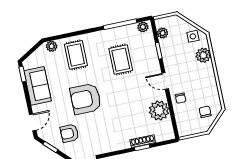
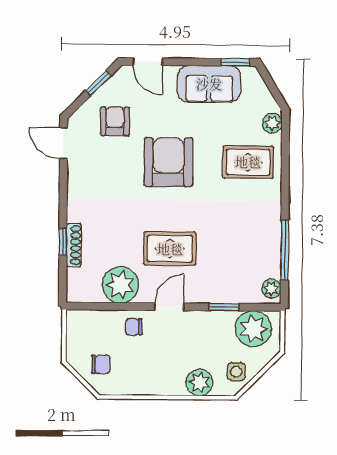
plant: (163, 33) -> (253, 329), width x1.87, depth x1.87
rug: (121, 60) -> (170, 249), moved

